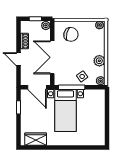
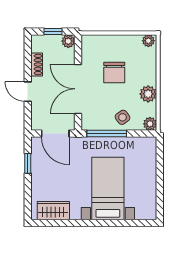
chair: (71, 34) -> (114, 73), moved, turned 77
bed with nightstands: (65, 111) -> (108, 189), moved, turned 180

